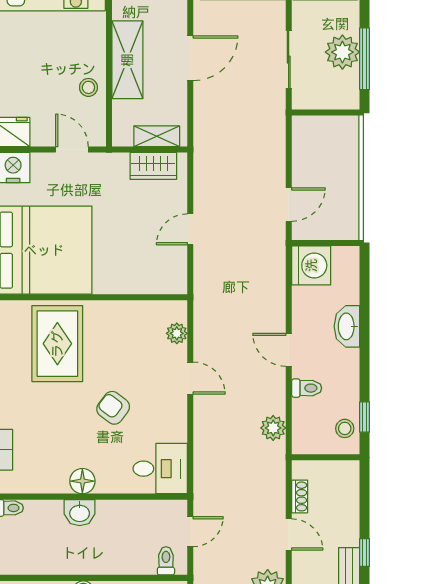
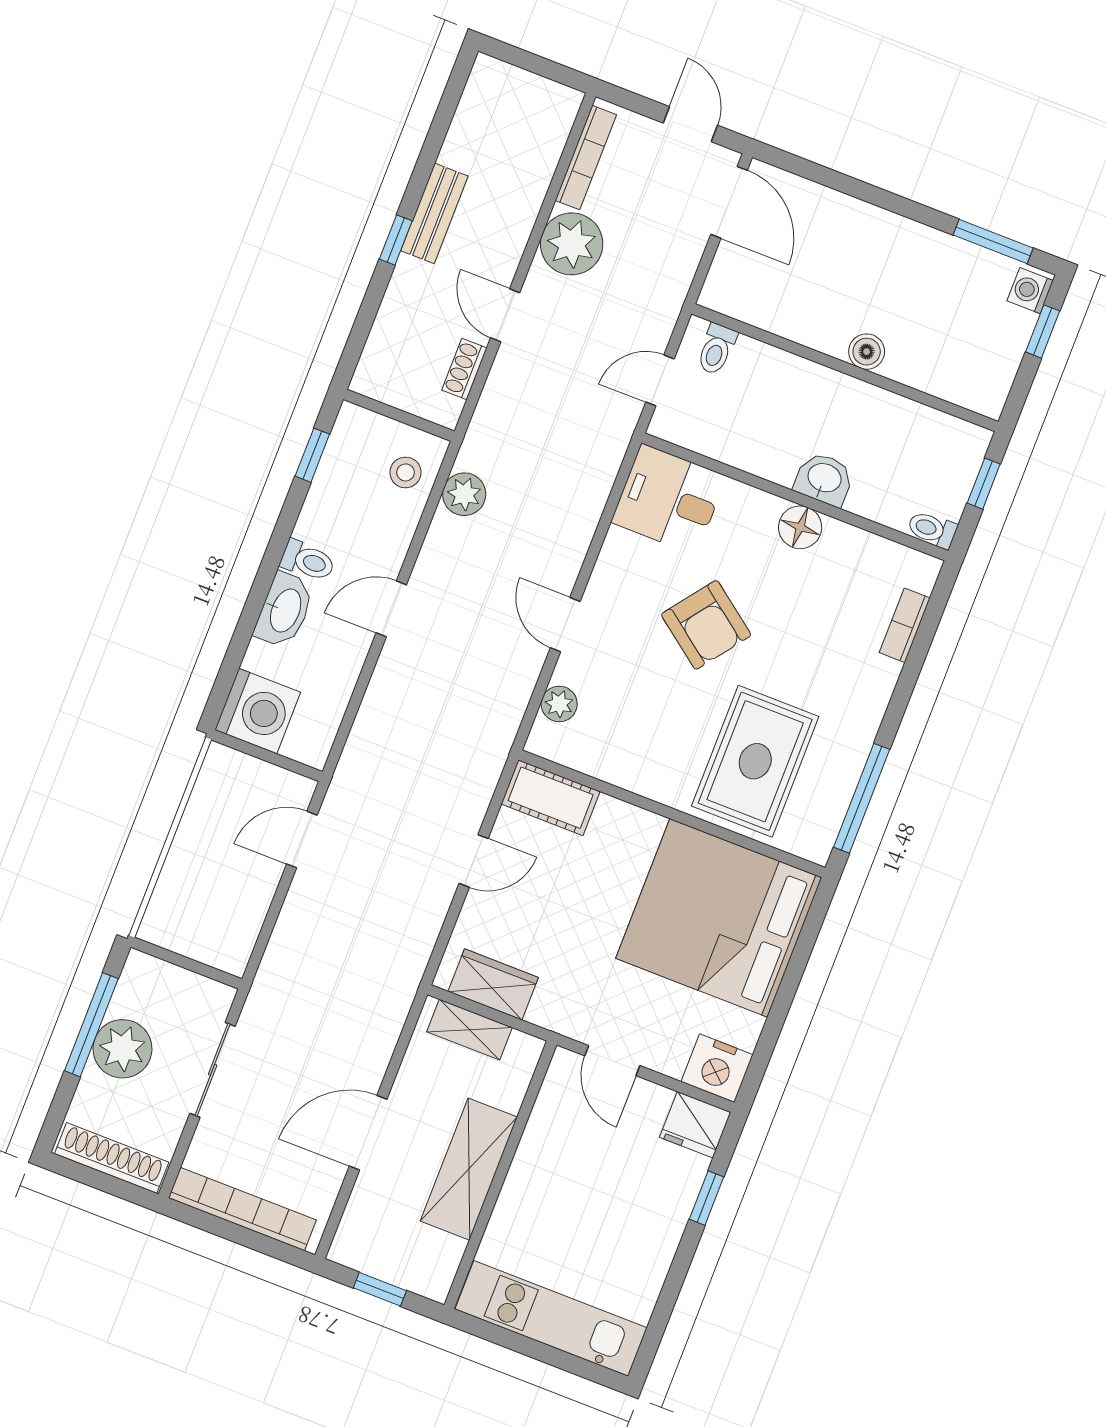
stool: (88, 87) -> (548, 1149), removed
washing machine: (311, 265) -> (258, 711), moved, turned 180
cot: (162, 280) -> (551, 798), added
door: (289, 350) -> (391, 609), swing flipped
toilet: (307, 388) -> (308, 561), moved, turned 180
armchair: (113, 408) -> (706, 625), width x1.38, depth x1.38
stool: (345, 428) -> (406, 472), moved

